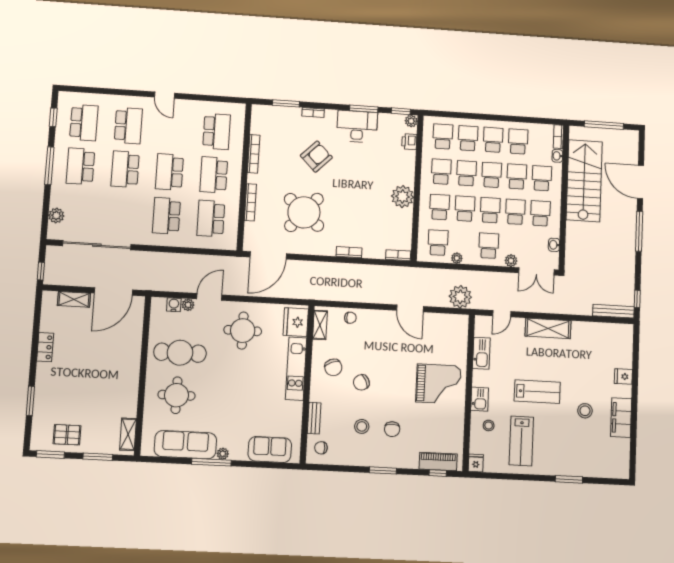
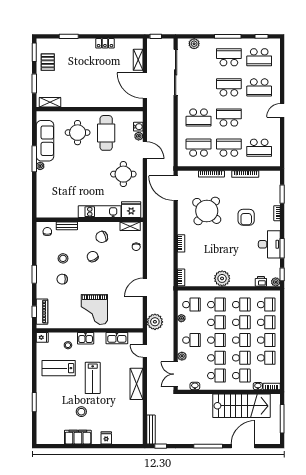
armchair: (316, 157) -> (246, 217), turned 45
school desk: (166, 216) -> (199, 118), turned 180
sofa: (270, 449) -> (45, 197), removed

